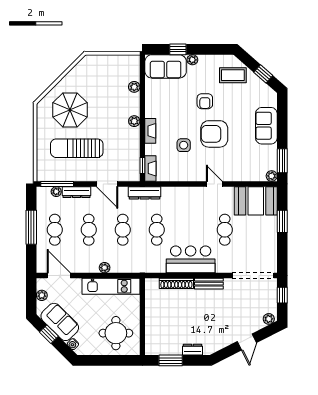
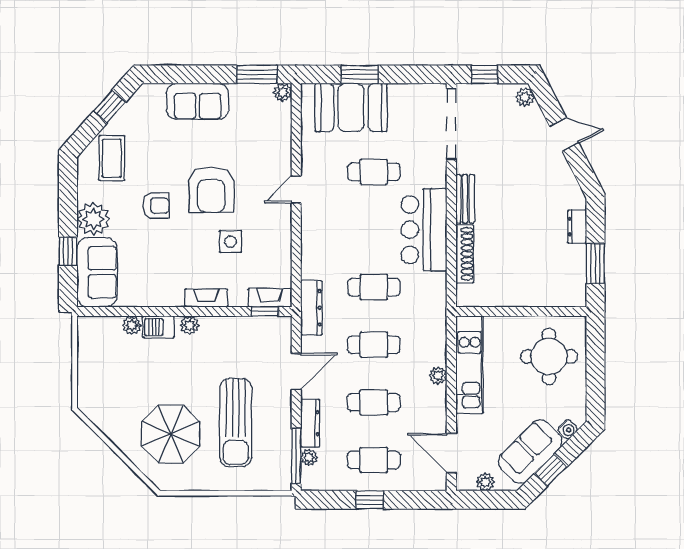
plant: (192, 60) -> (93, 219), width x1.88, depth x1.88
barbecue: (133, 103) -> (159, 327), added
booth: (256, 201) -> (351, 107), moved, turned 90
window: (31, 227) -> (370, 500), width x0.46
door: (59, 275) -> (451, 453), hinge flipped

